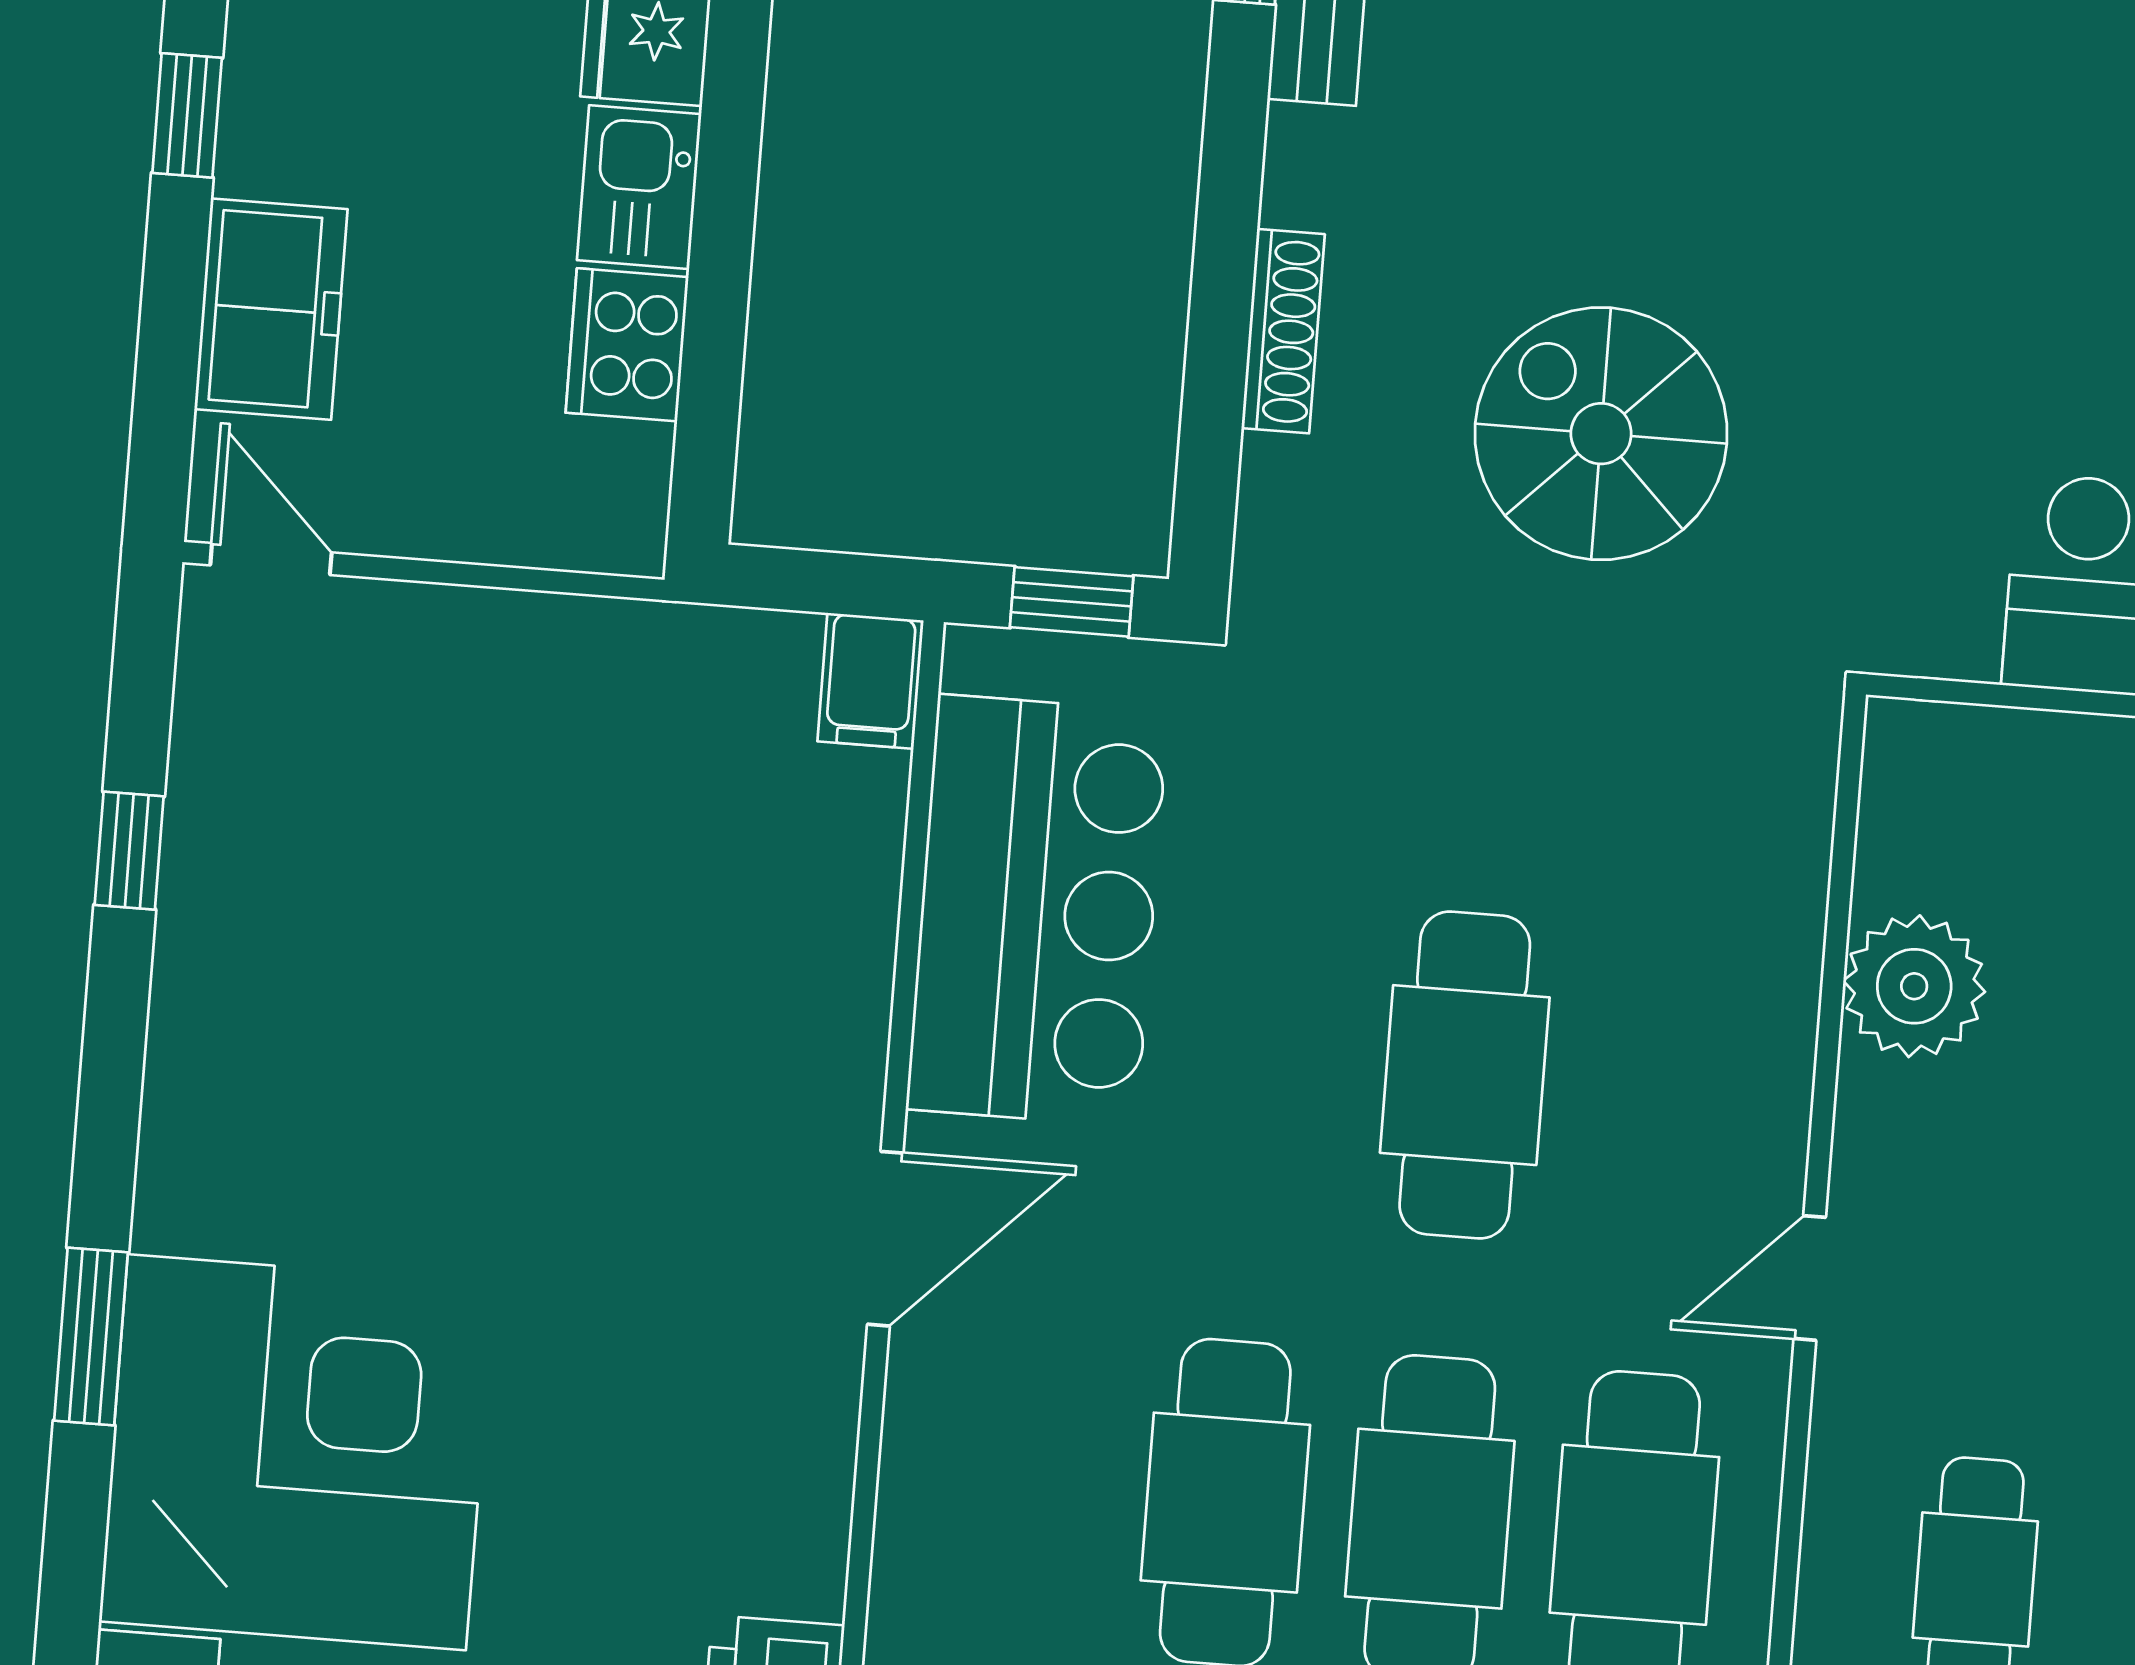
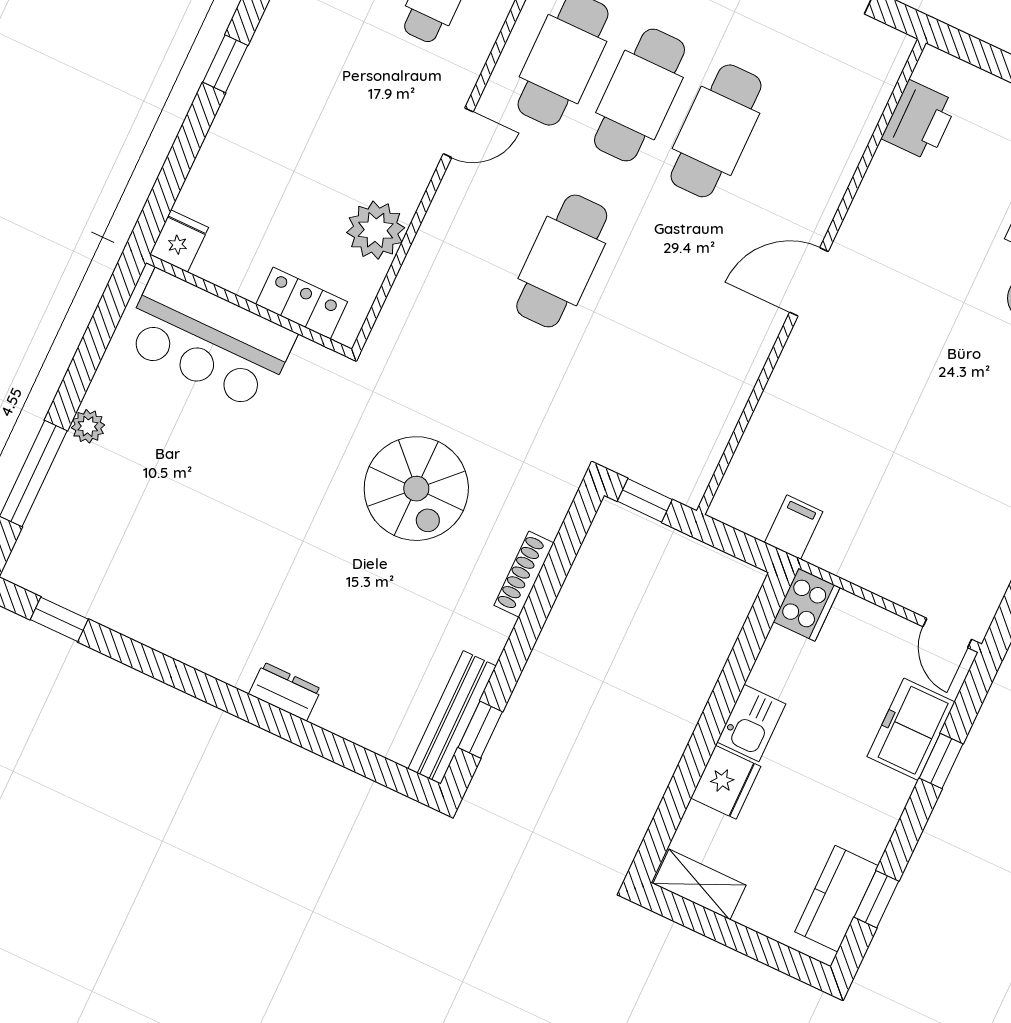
window: (187, 115) -> (941, 761), moved
cooker: (627, 345) -> (807, 605), moved
filing cabinet: (871, 681) -> (794, 527), moved
locker: (2020, 757) -> (302, 303), added
bar counter: (1037, 910) -> (703, 386), removed

